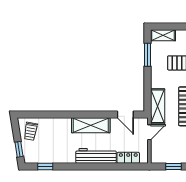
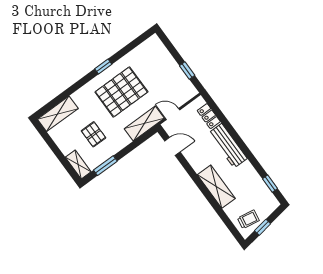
door: (125, 115) -> (172, 146), hinge flipped
shelving: (91, 125) -> (216, 187), moved
window: (19, 149) -> (263, 227), moved

